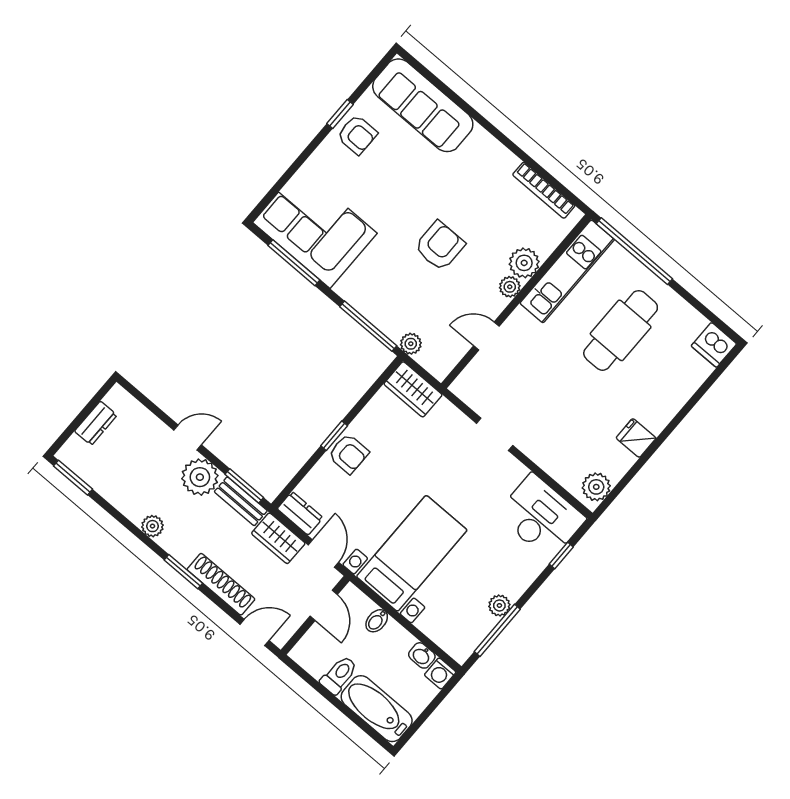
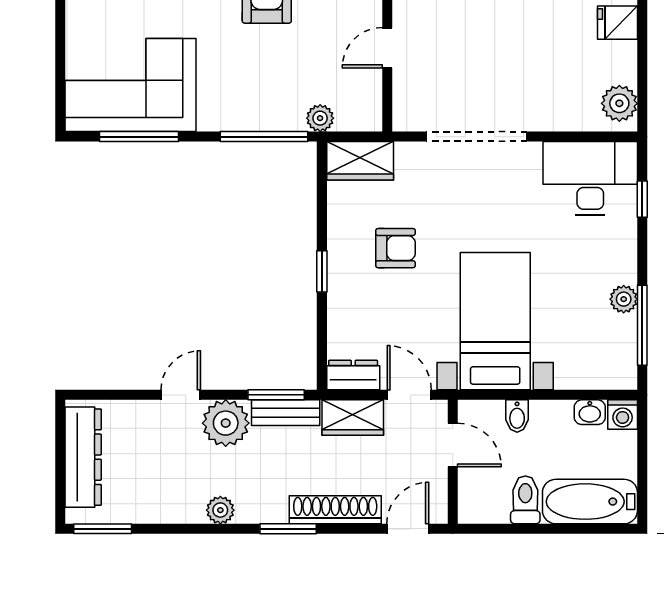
dresser: (96, 423) -> (83, 457), width x1.96, depth x1.24
doorway: (495, 434) -> (477, 137), width x1.88
armchair: (349, 454) -> (396, 248), moved

